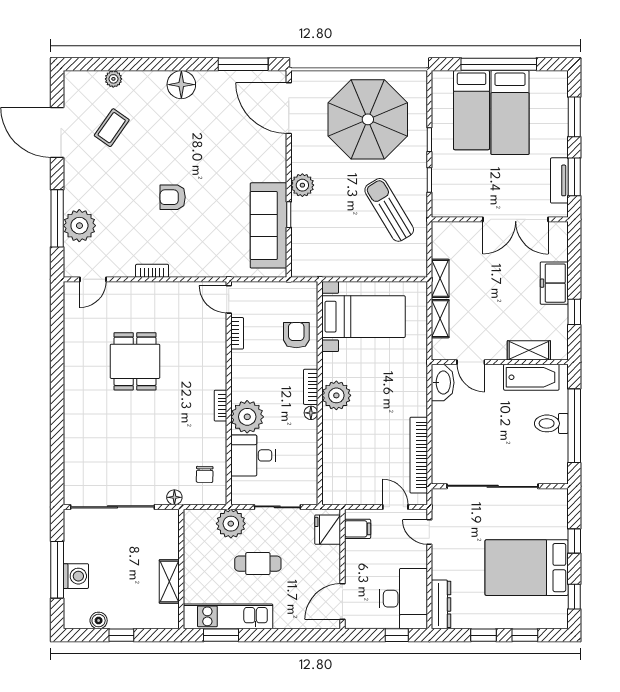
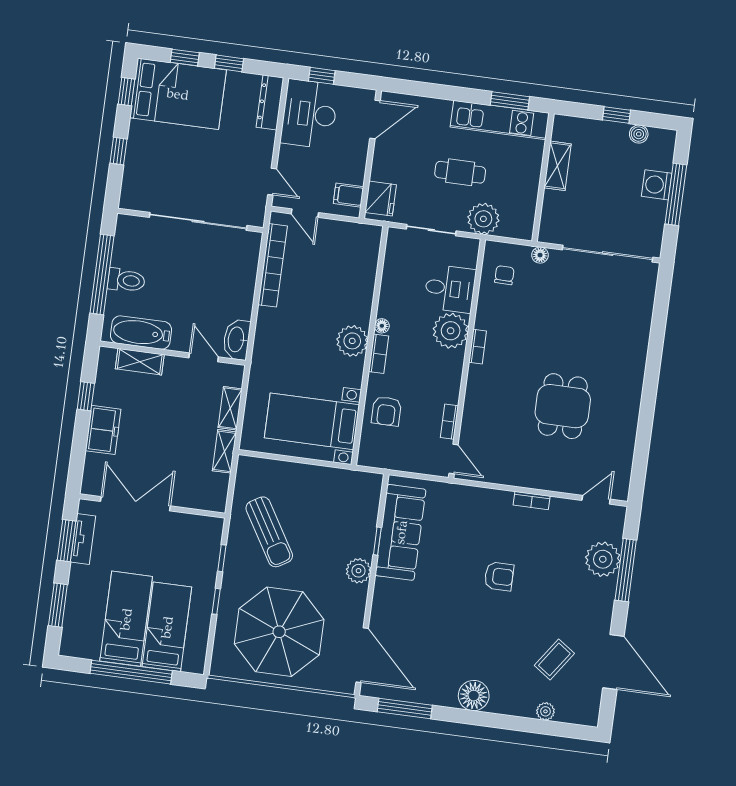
bed: (527, 568) -> (178, 94), moved

